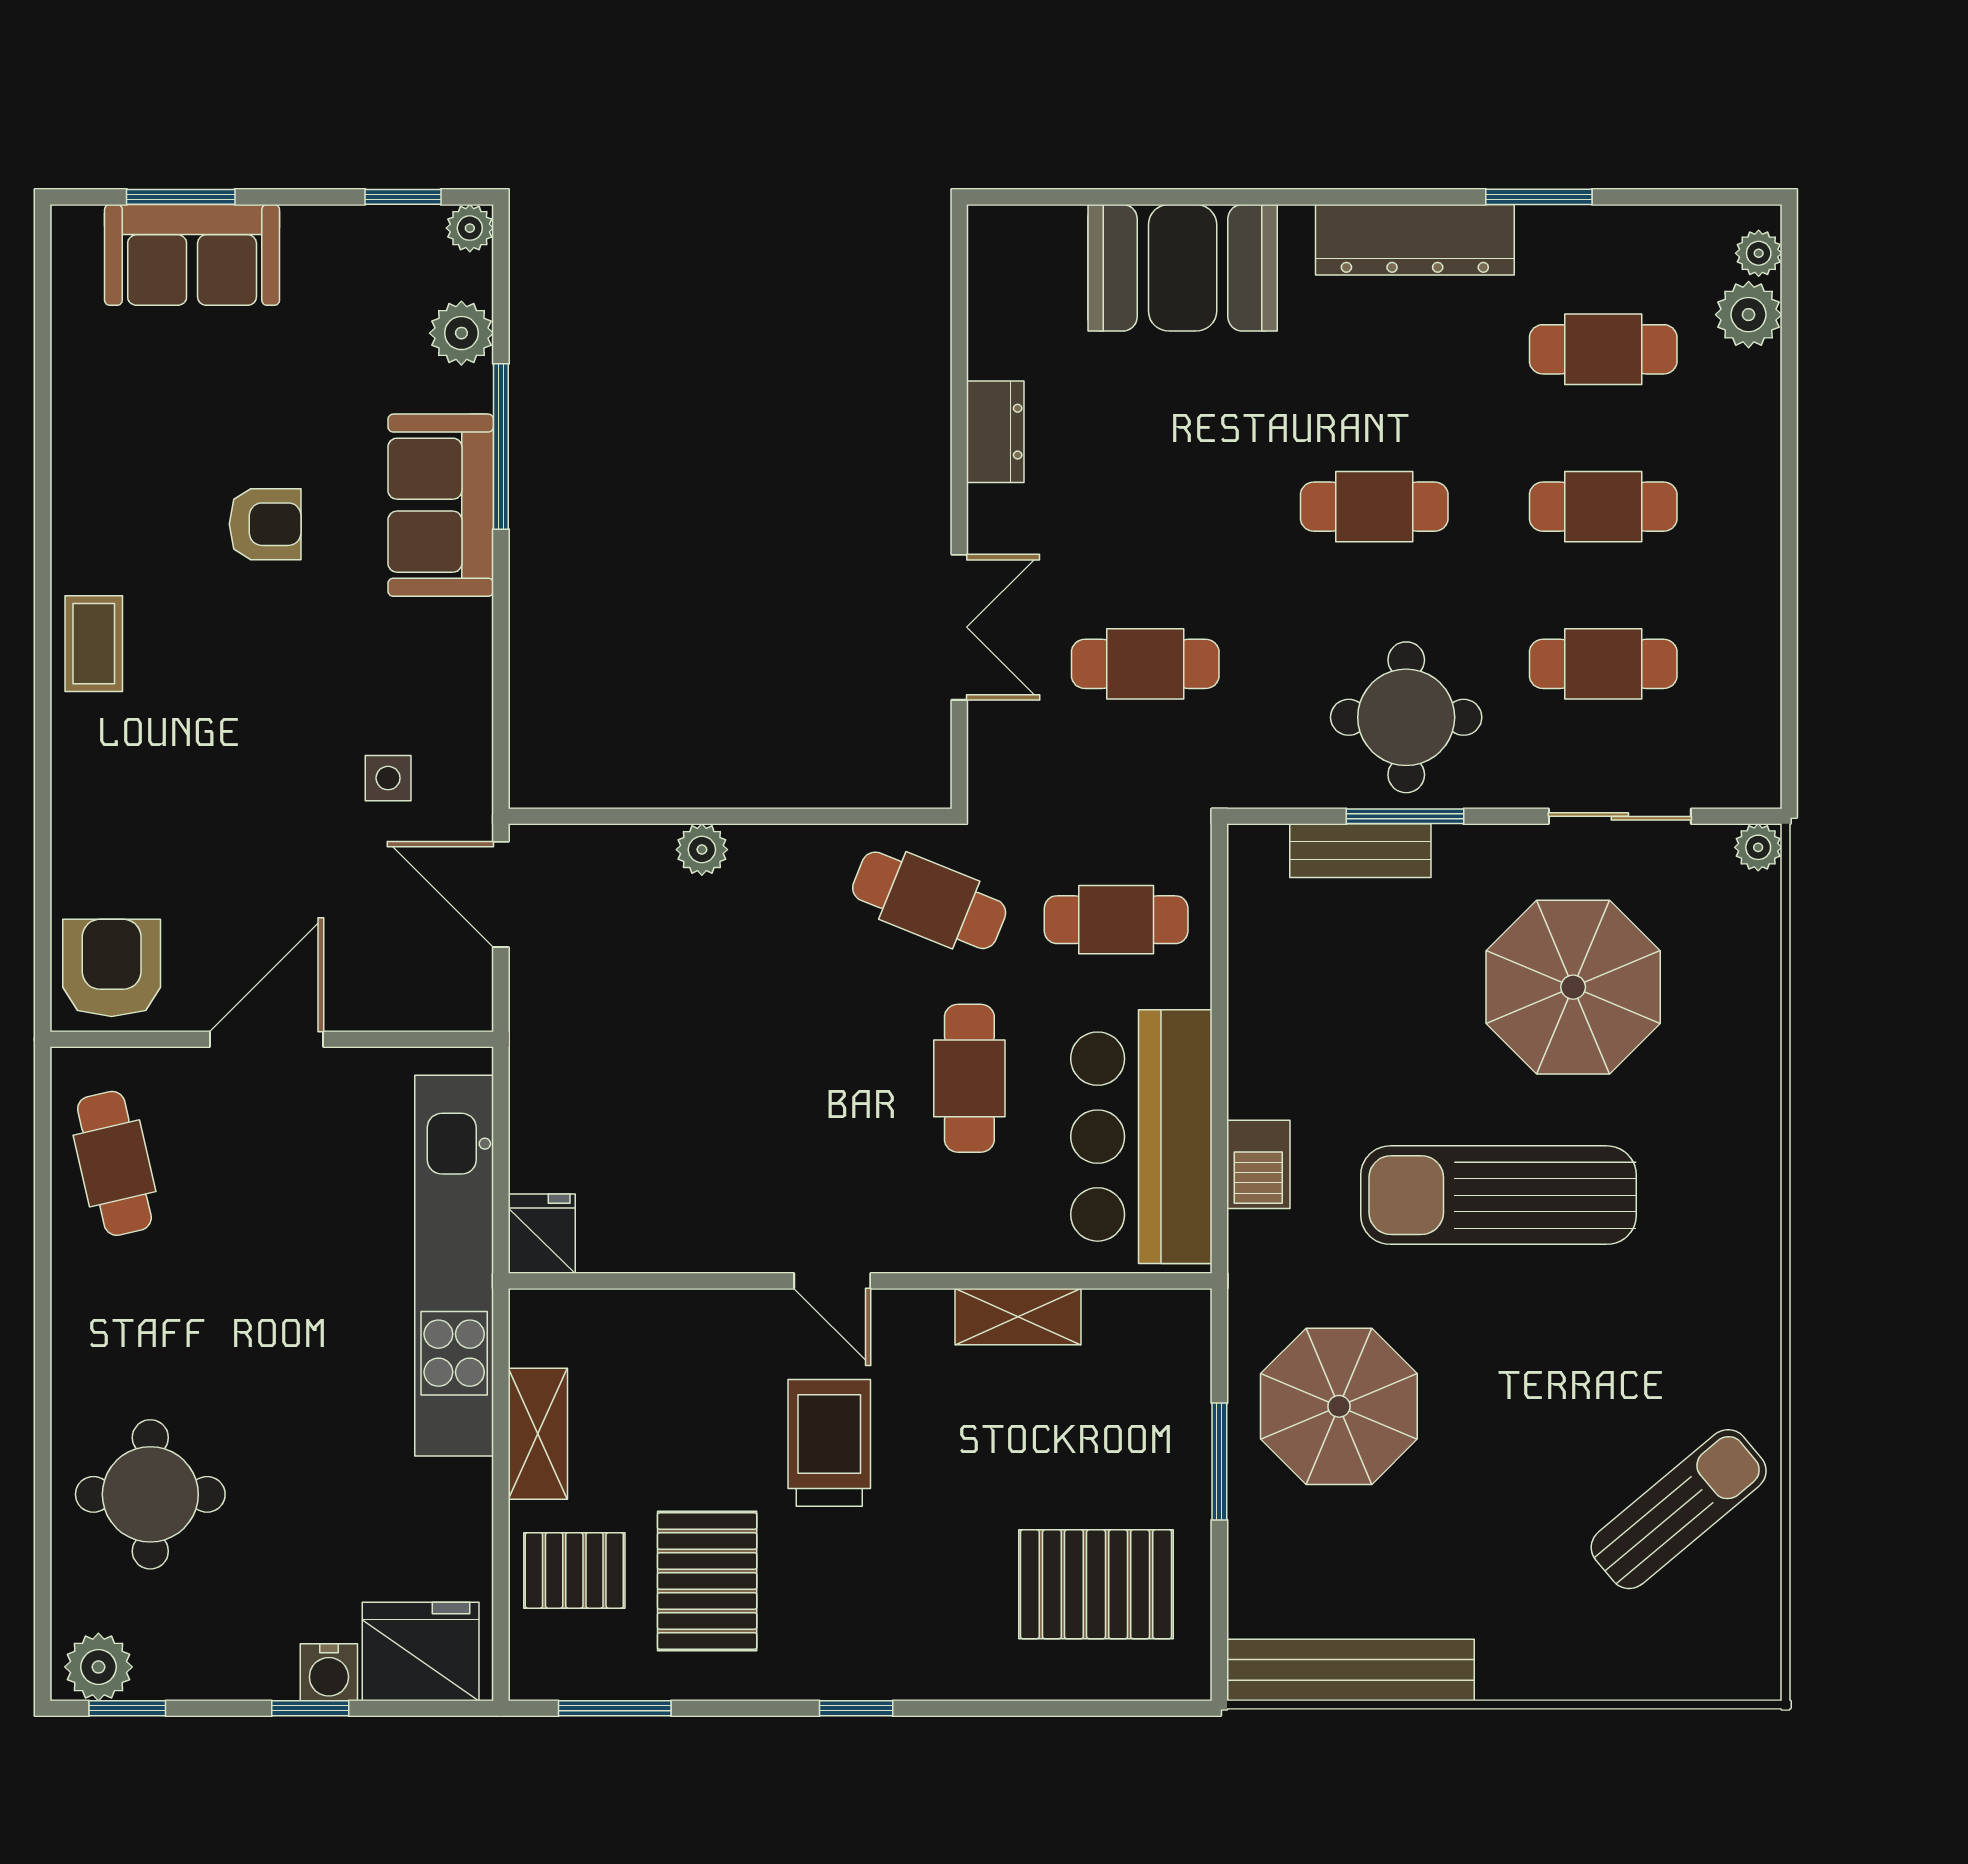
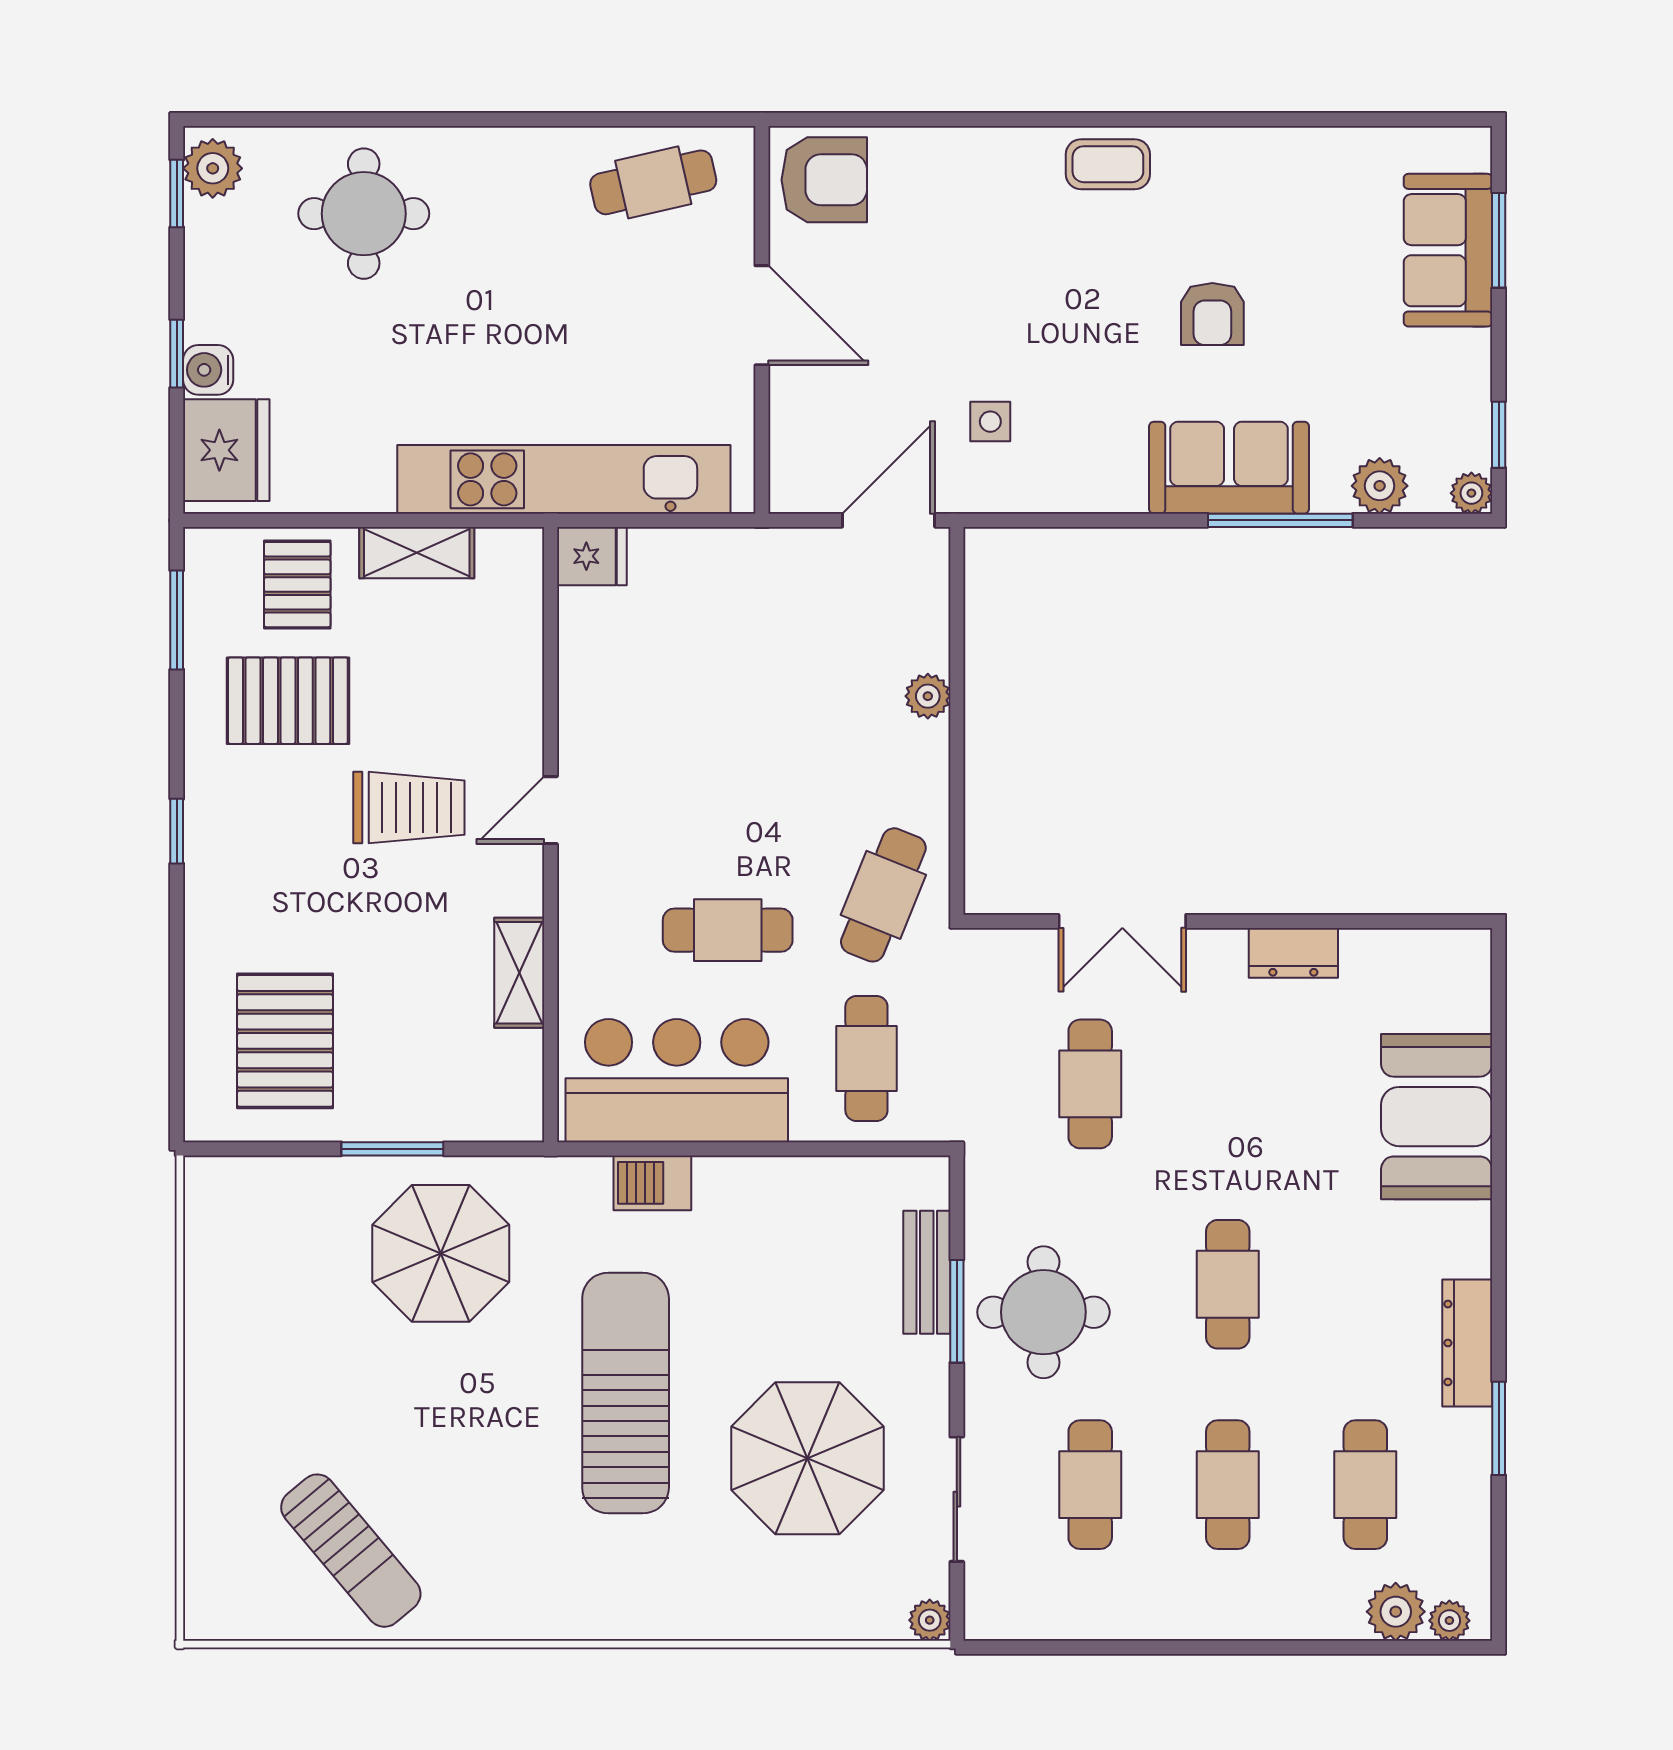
dresser: (1415, 240) -> (1467, 1343), width x0.73, depth x0.80
bench: (1351, 1670) -> (210, 1264), removed

